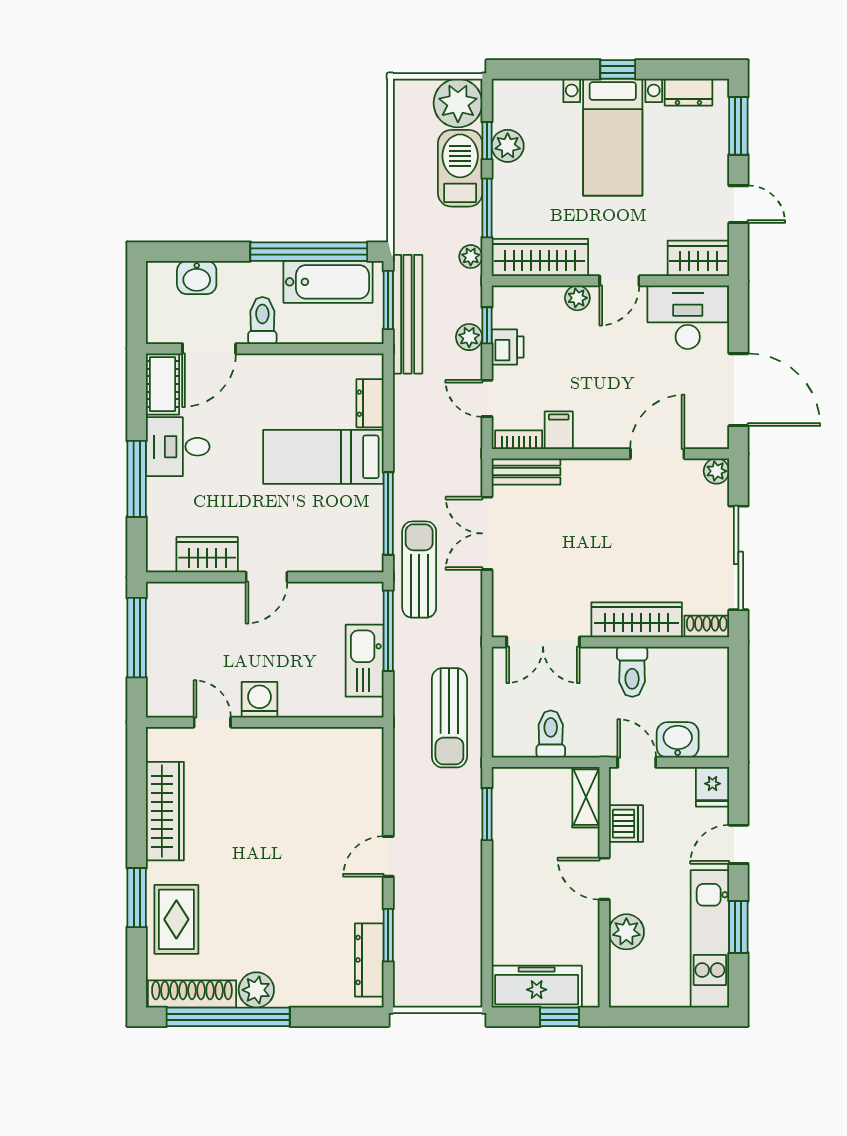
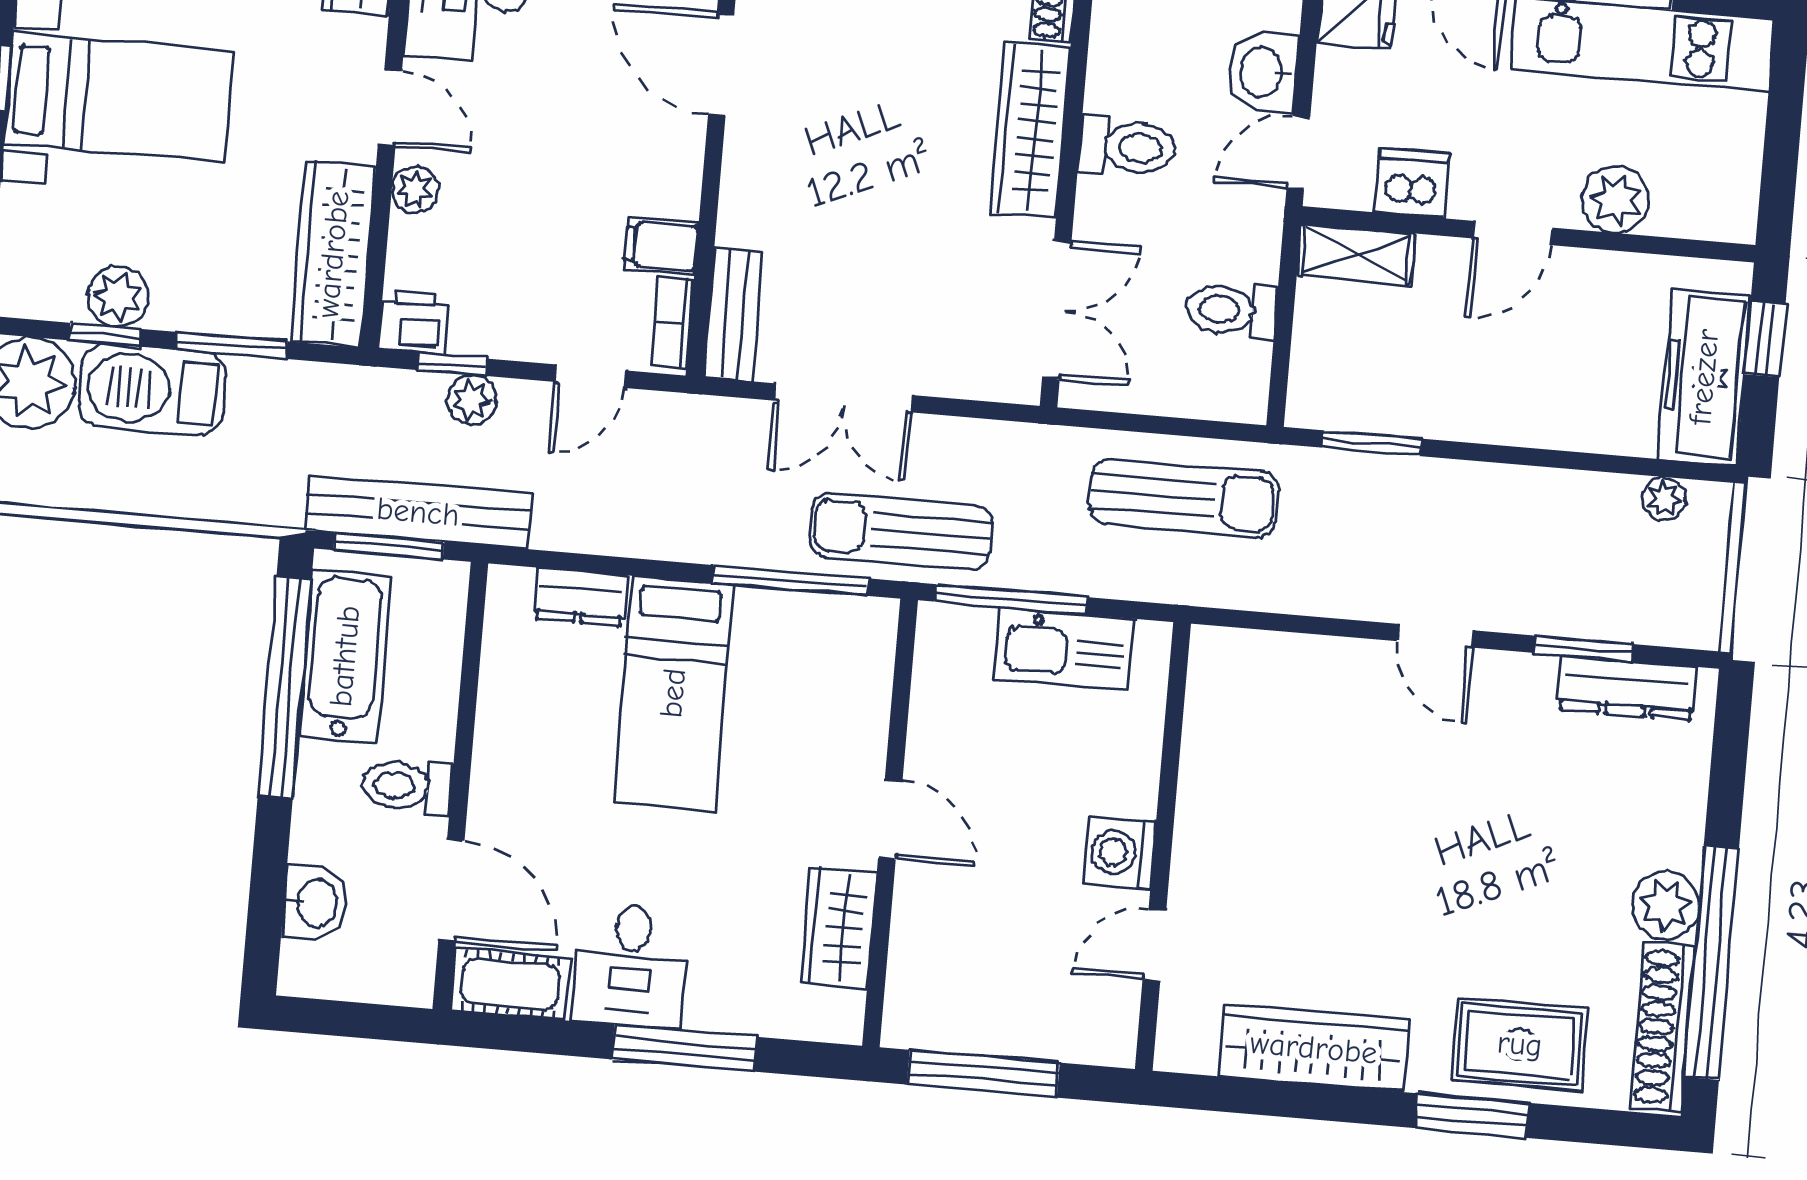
plant: (471, 257) -> (1664, 499), moved
printer: (508, 347) -> (414, 322), moved

